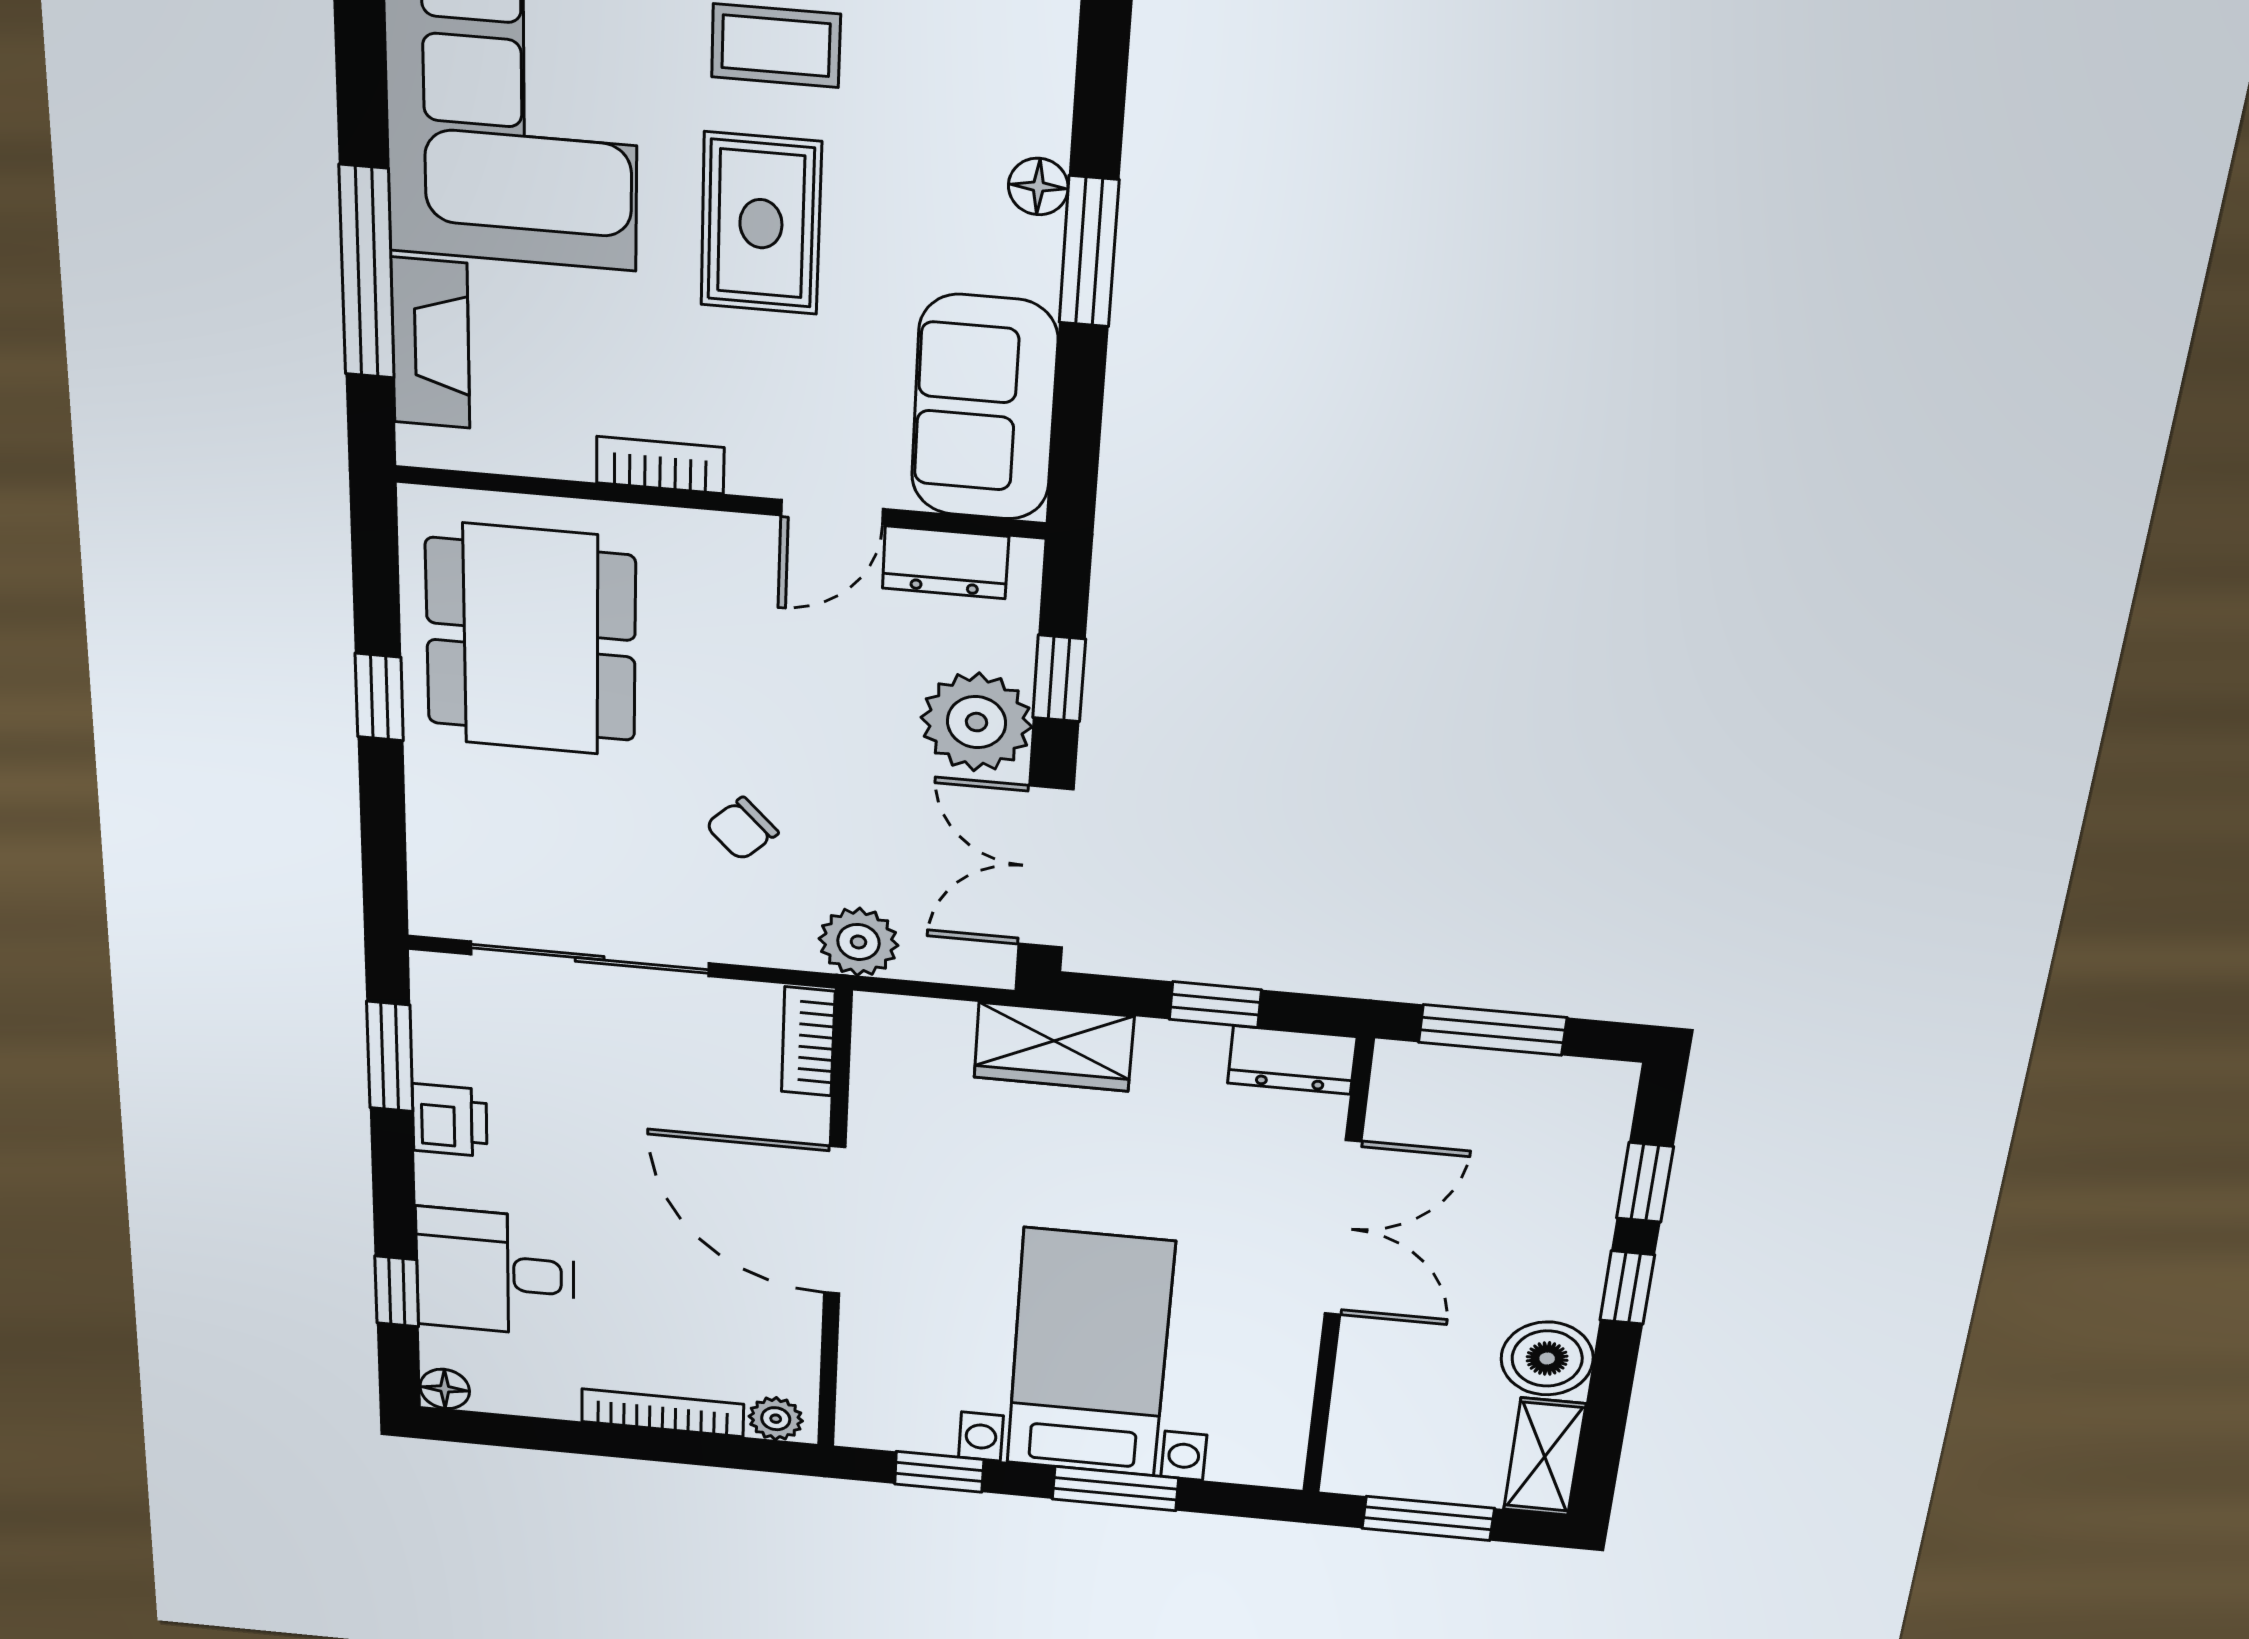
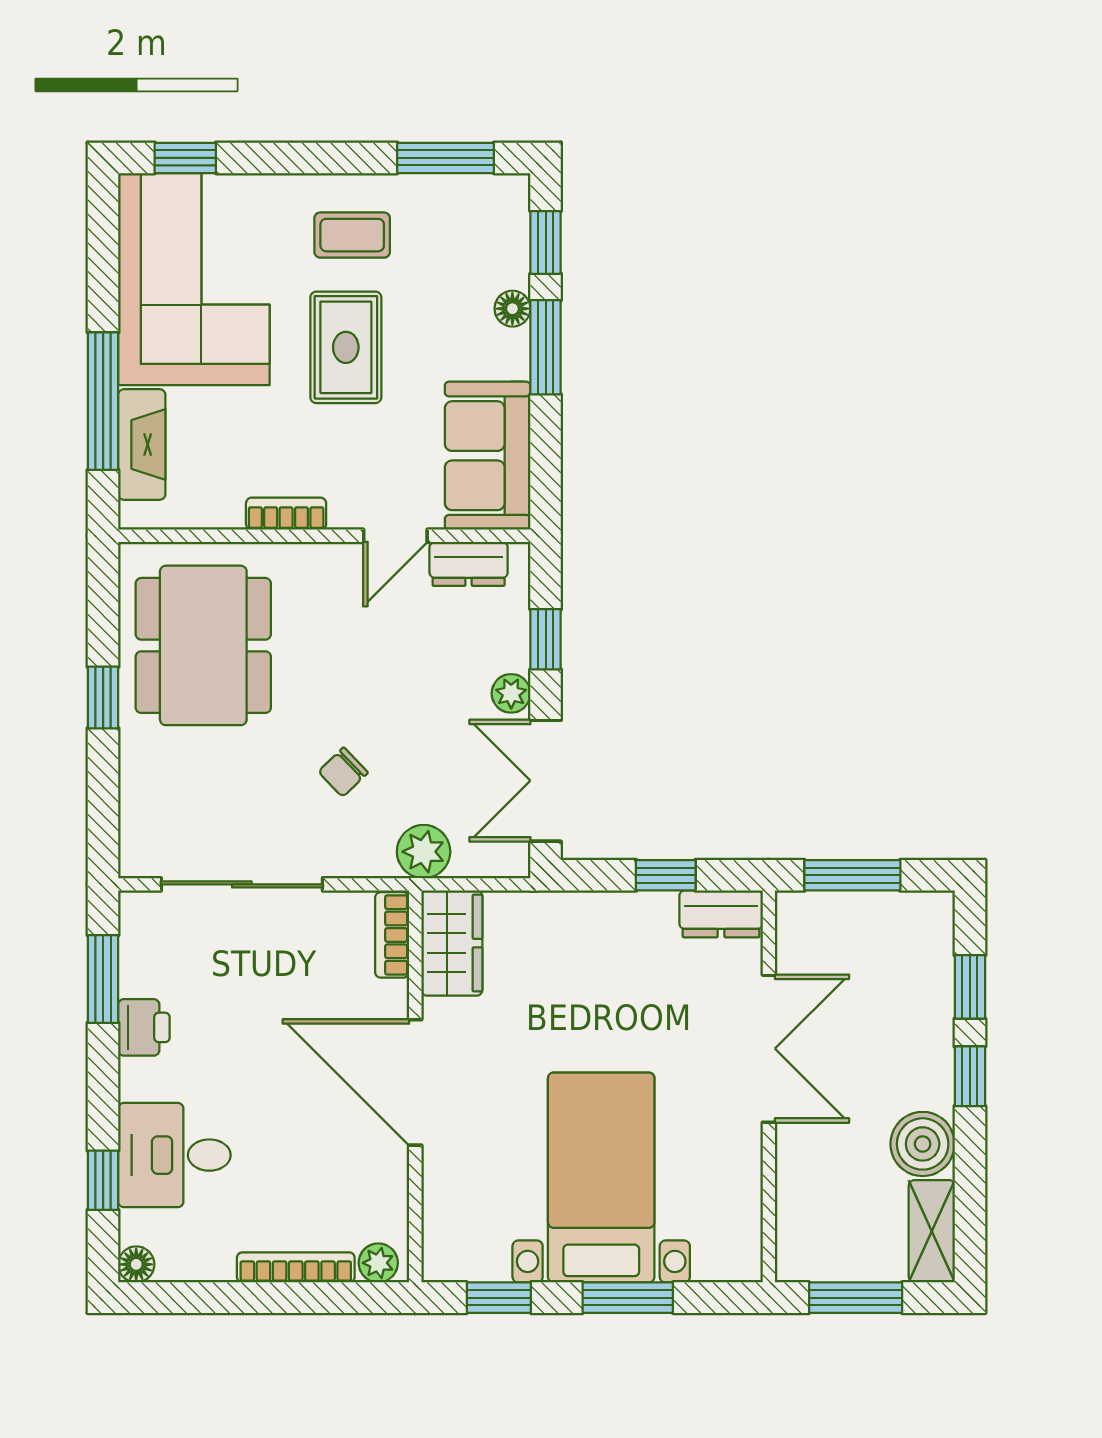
window: (1101, 85) -> (546, 242), added
plant: (976, 722) -> (511, 693), width x0.53, depth x0.53
wardrobe: (1054, 1047) -> (452, 943), moved, turned -90

